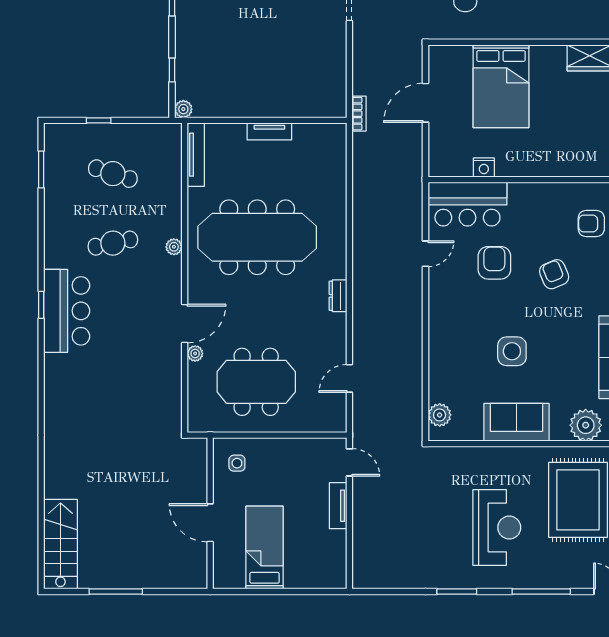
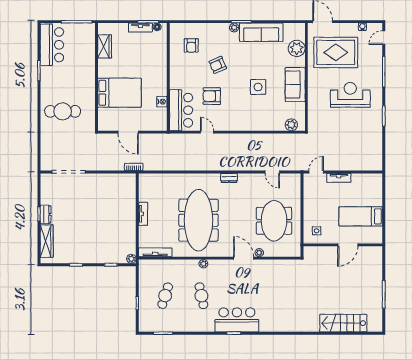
stairs: (60, 544) -> (343, 323), moved

